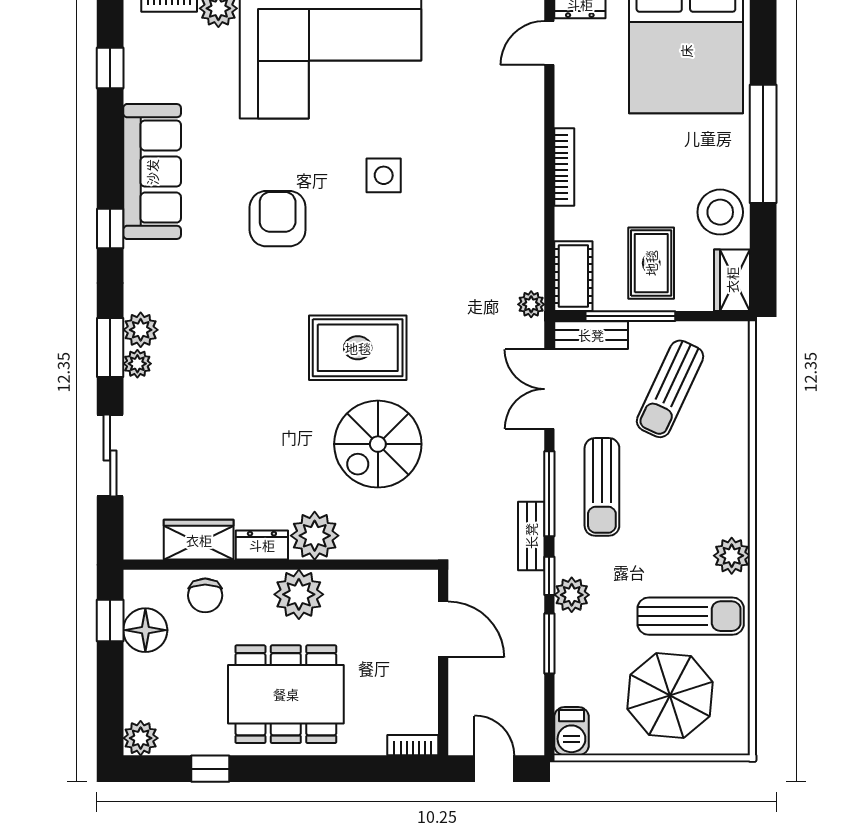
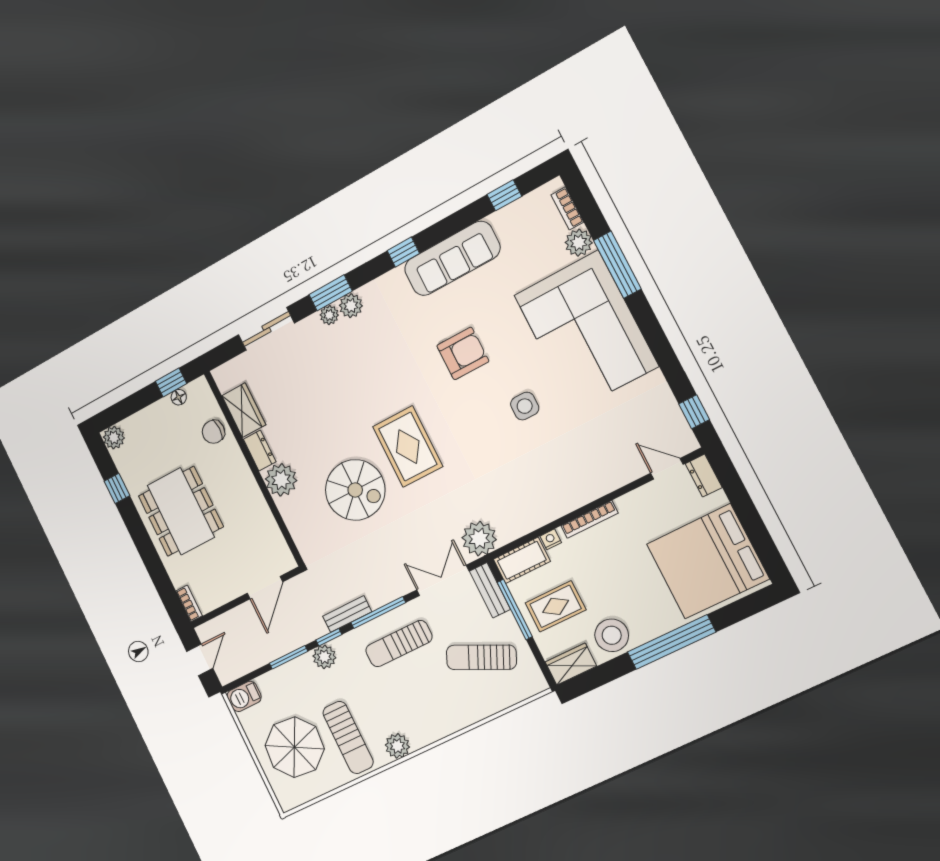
nightstand: (565, 227) -> (551, 539), added
plant: (531, 304) -> (479, 539), width x1.87, depth x1.87
spiral stairs: (378, 444) -> (355, 490), turned 180
plant: (299, 594) -> (242, 488), removed
floor lamp: (145, 630) -> (179, 397), width x0.53, depth x0.53

